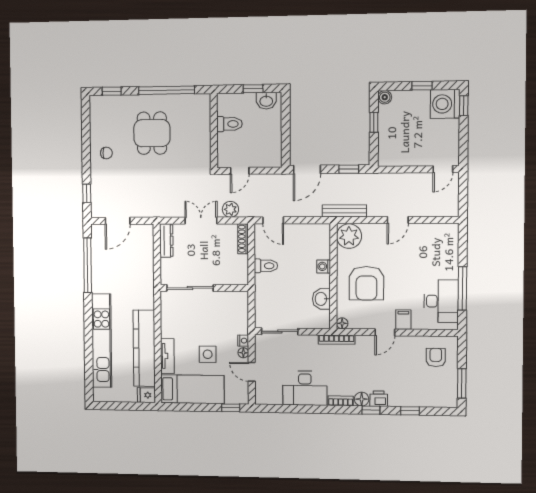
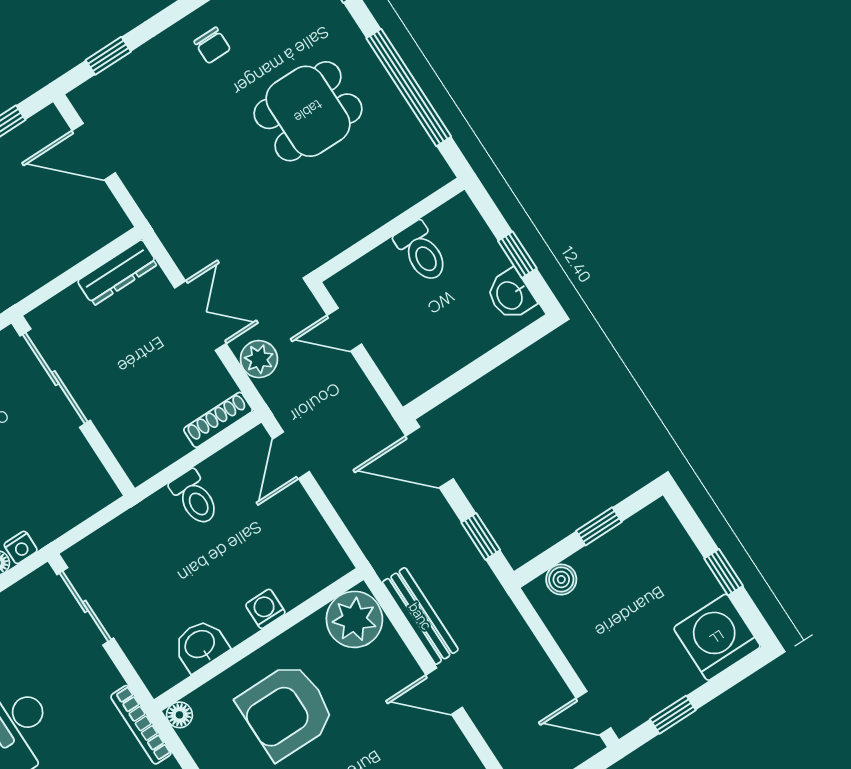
boiler: (385, 97) -> (561, 579), moved
window: (464, 106) -> (673, 715), moved
bench: (344, 211) -> (420, 616), moved

